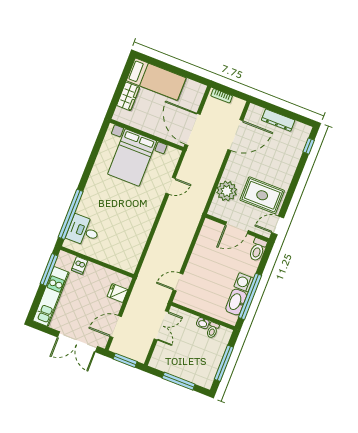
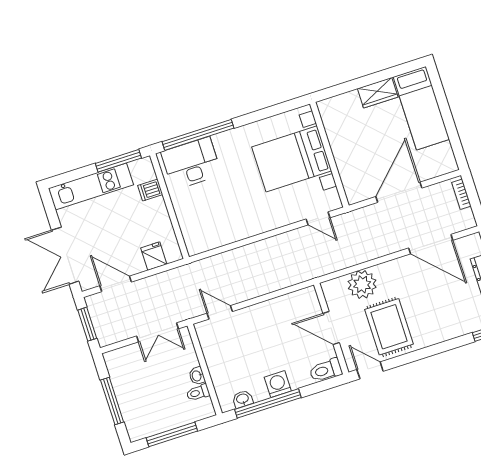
wall: (147, 135) -> (329, 155), moved
bed with nightstands: (132, 158) -> (292, 159), moved
desk: (83, 231) -> (191, 163), width x1.37
washbasin: (236, 302) -> (243, 399), width x0.52, depth x0.69

